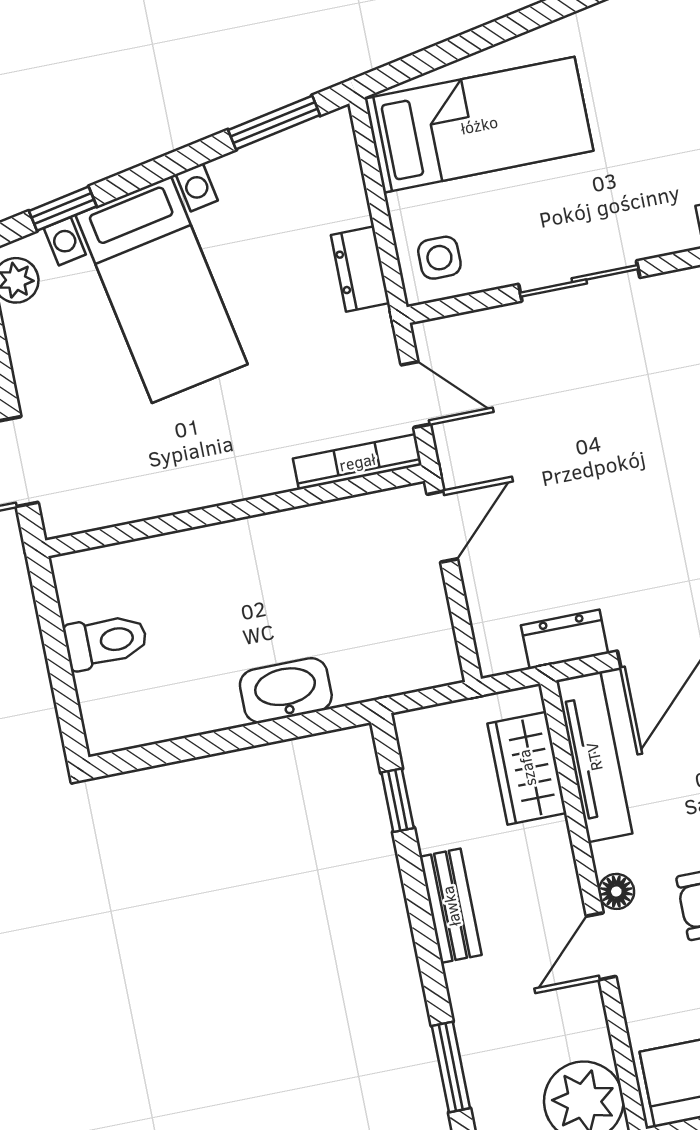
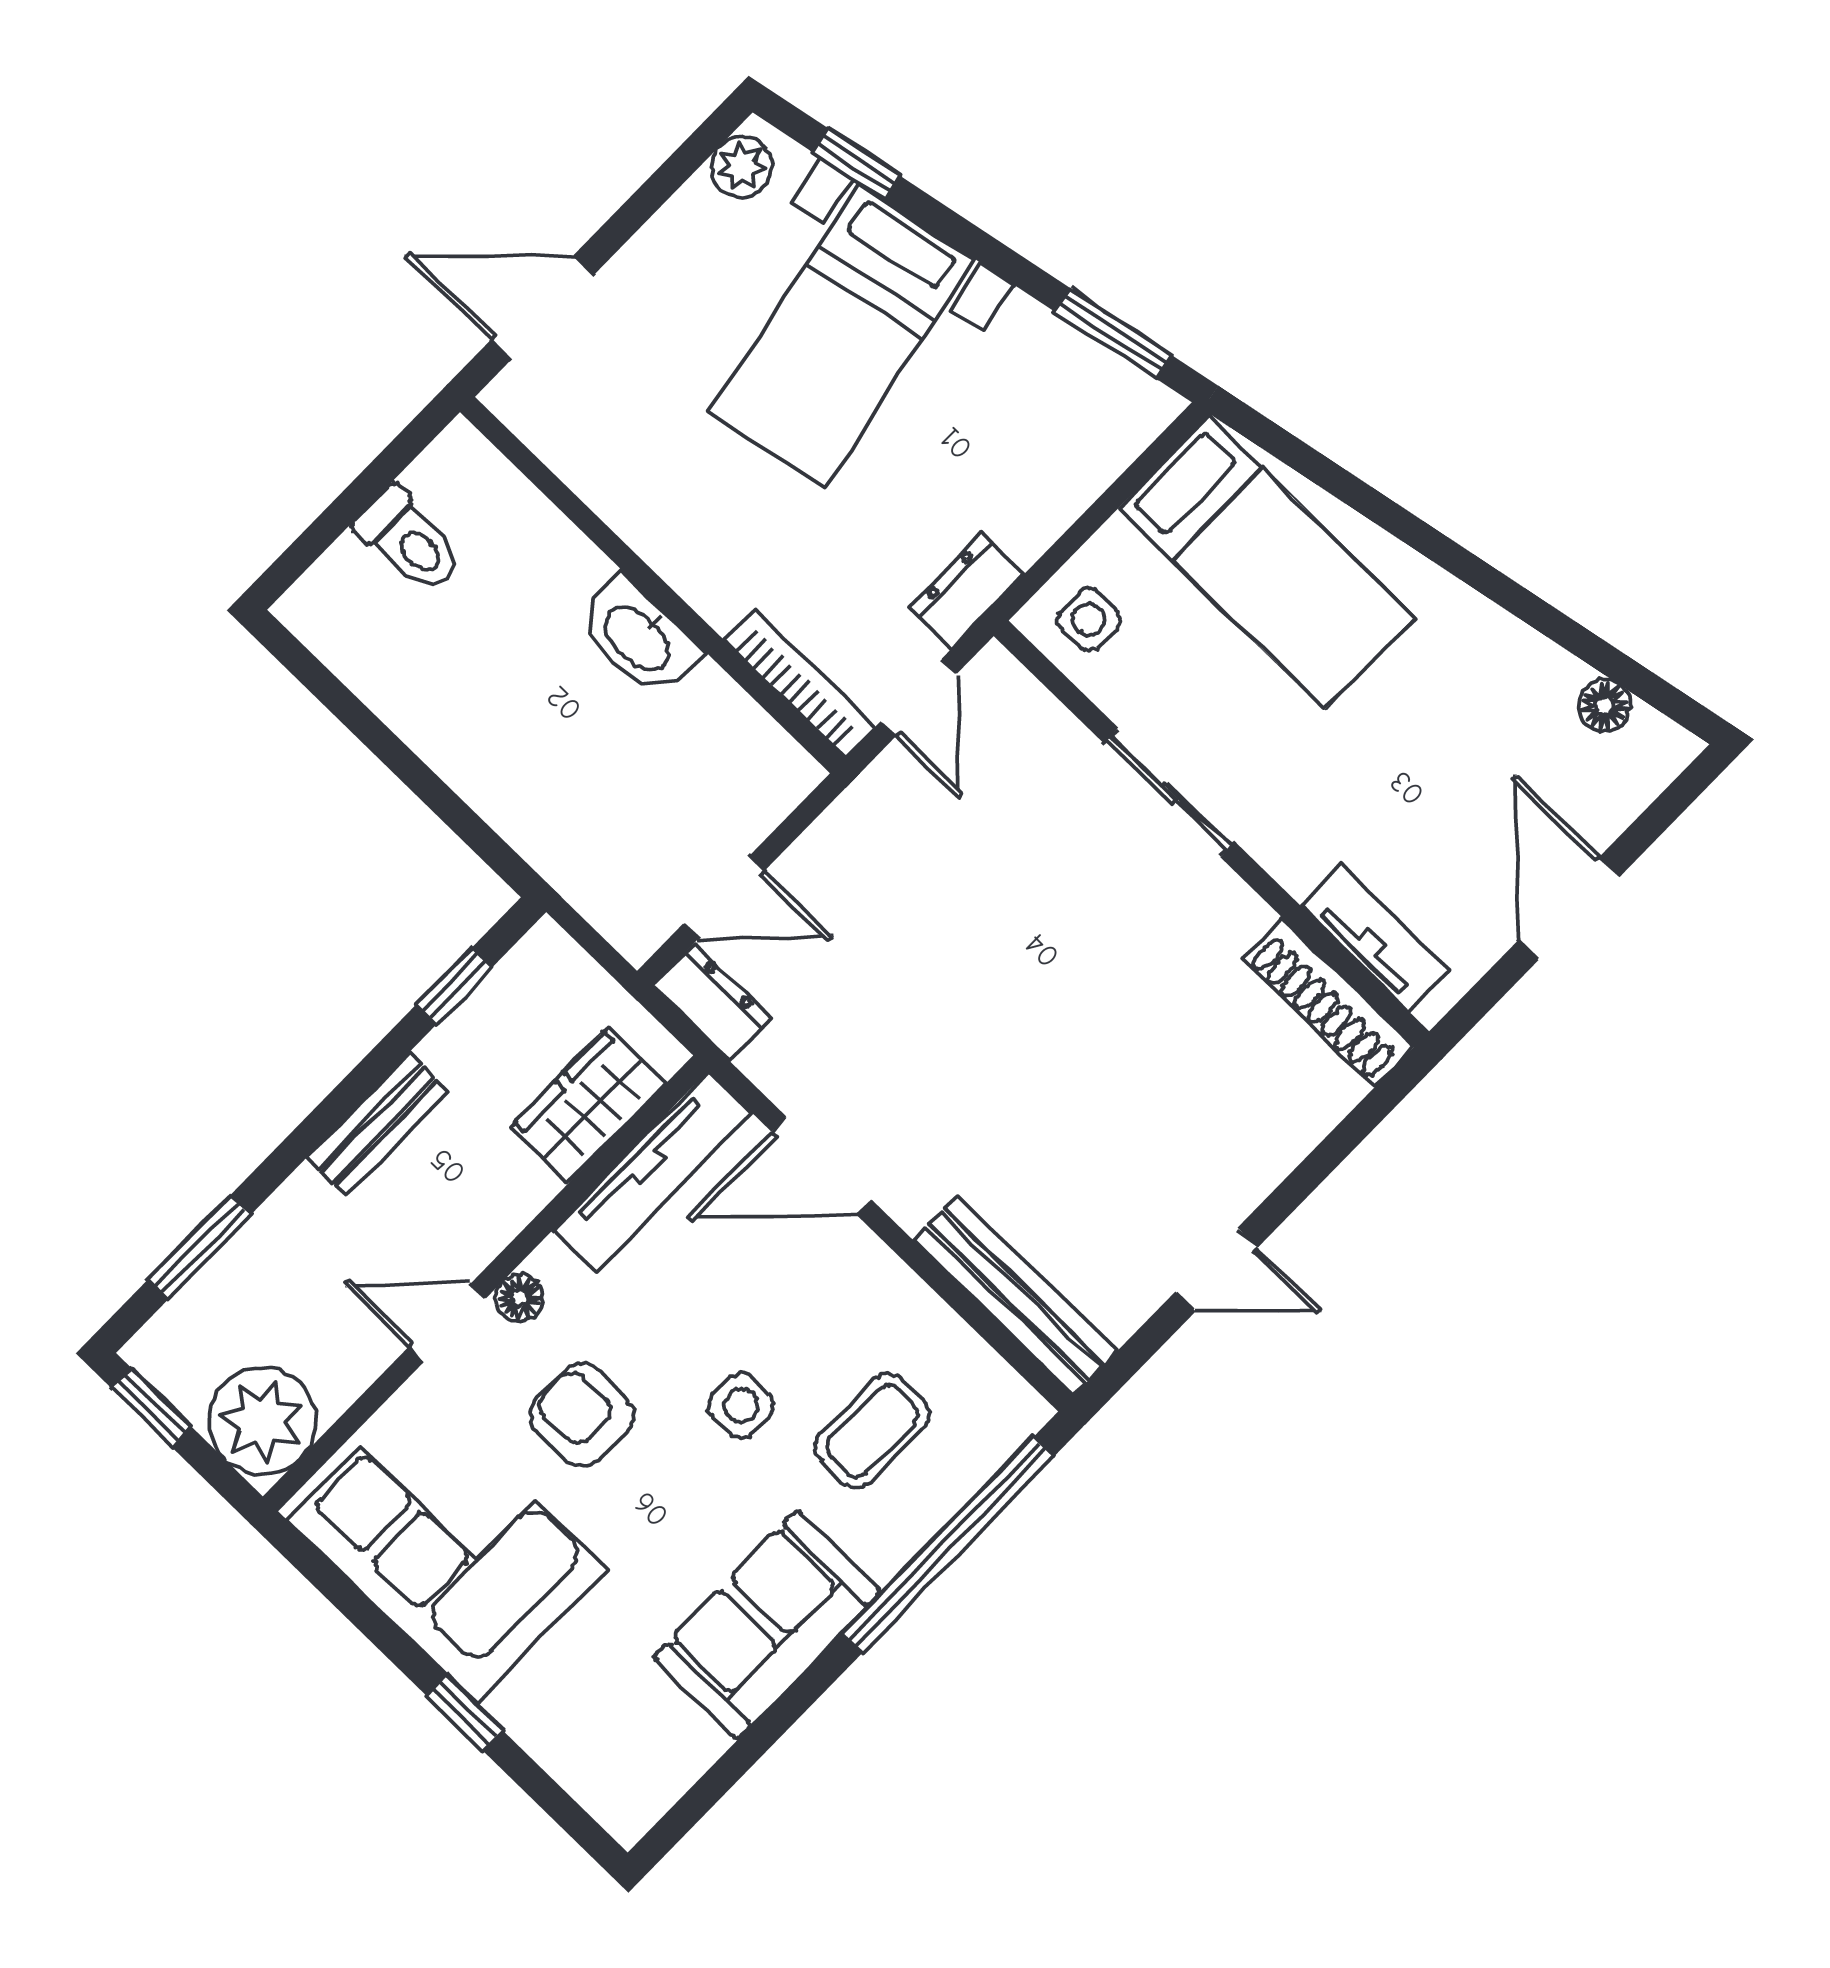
dresser: (360, 269) -> (966, 591), moved
door: (442, 527) -> (724, 897), moved
dresser: (565, 639) -> (712, 1002), moved
washbasin: (286, 690) -> (638, 637), moved, turned 180

